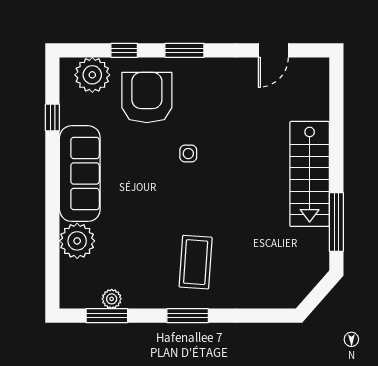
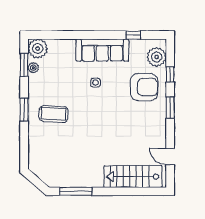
side table: (188, 154) -> (95, 83), moved
stairs: (310, 174) -> (133, 177), moved
plant: (77, 241) -> (38, 49), moved

